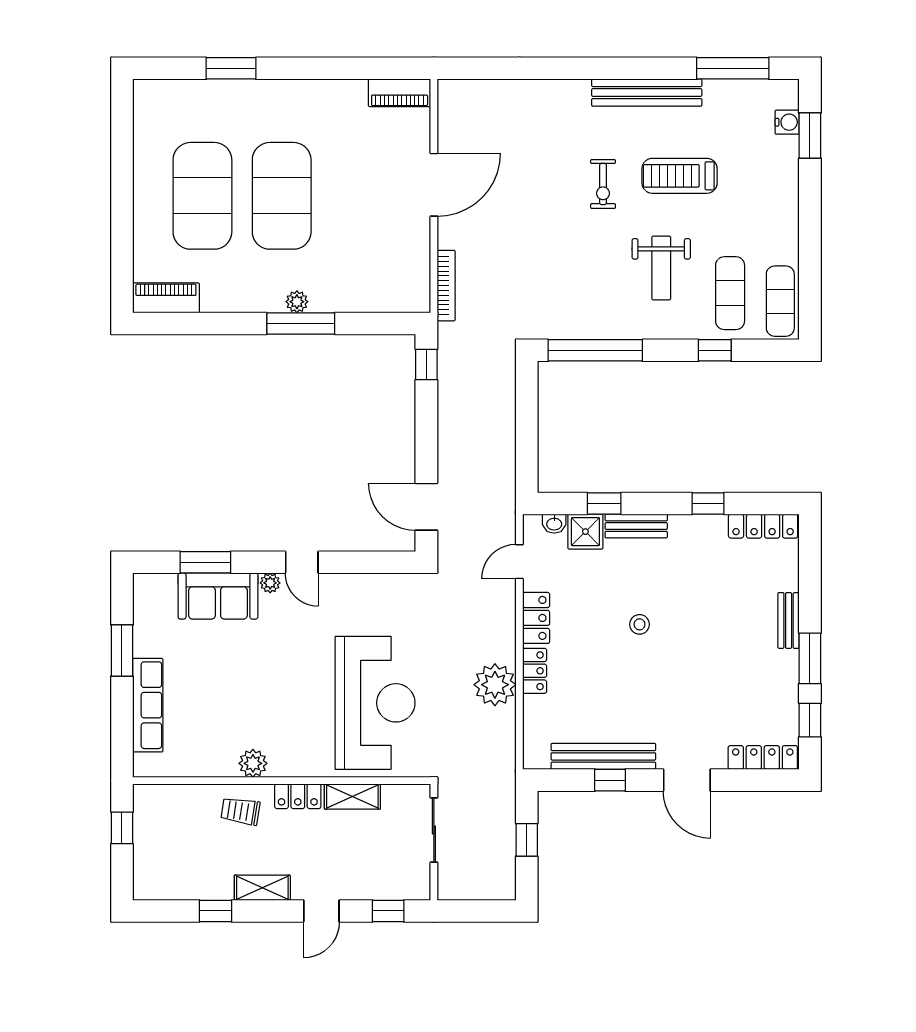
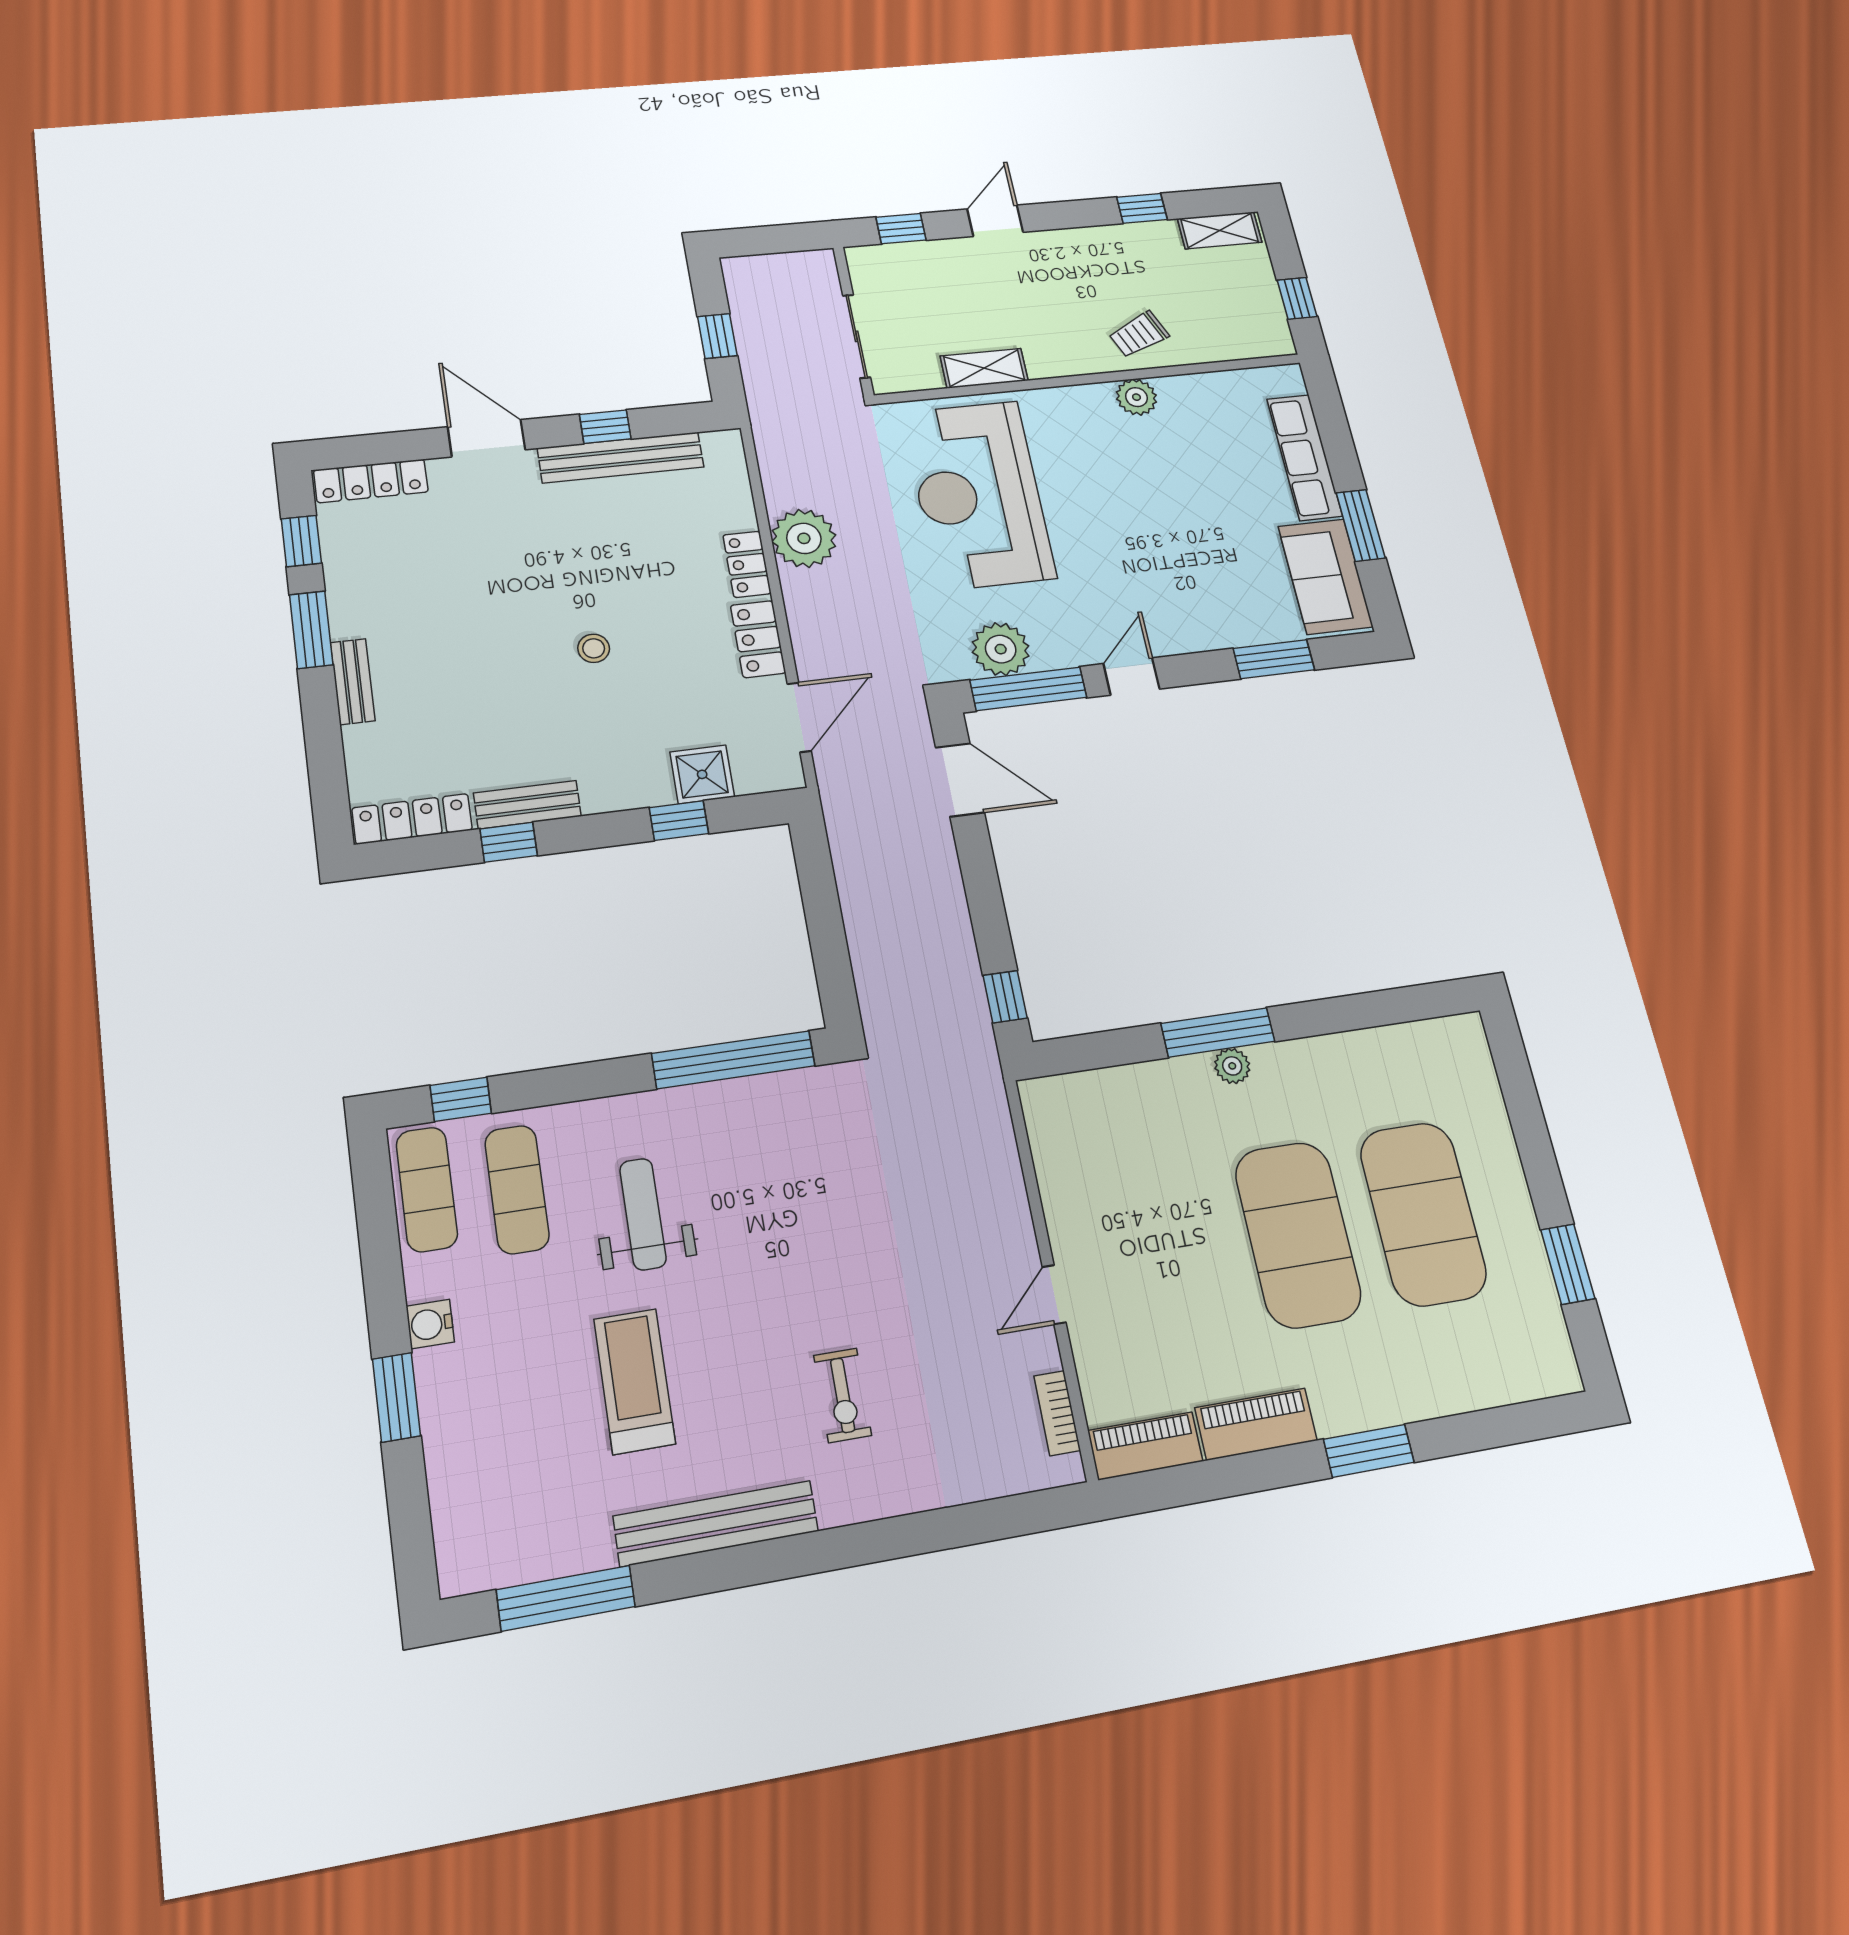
window: (231, 68) -> (1369, 1451), moved
water cooler: (787, 122) -> (430, 1324), moved
window: (810, 135) -> (396, 1397), moved
window: (122, 153) -> (1568, 1264), added
treadmill: (680, 176) -> (635, 1381), turned -90
exercise bike: (603, 184) -> (843, 1395), moved, turned 180
door: (434, 185) -> (1054, 1295), width x0.53
bookcase: (446, 286) -> (1057, 1413), moved, width x0.64
piano: (166, 298) -> (1256, 1424), moved, turned 180
window: (715, 350) -> (461, 1099), moved
washbasin: (554, 524) -> (754, 780), removed
bench: (636, 526) -> (527, 805), moved
door: (302, 562) -> (1132, 676), hinge flipped
window: (370, 562) -> (1028, 689), added
door: (519, 562) -> (799, 717), width x1.37
plant: (270, 583) -> (1001, 649), moved, width x1.87, depth x1.87
sofa: (218, 596) -> (1325, 576), moved, turned -90
locker: (298, 796) -> (1062, 361), removed
trolley: (240, 811) -> (1139, 335), turned 147
shelving: (262, 888) -> (1220, 230), moved

